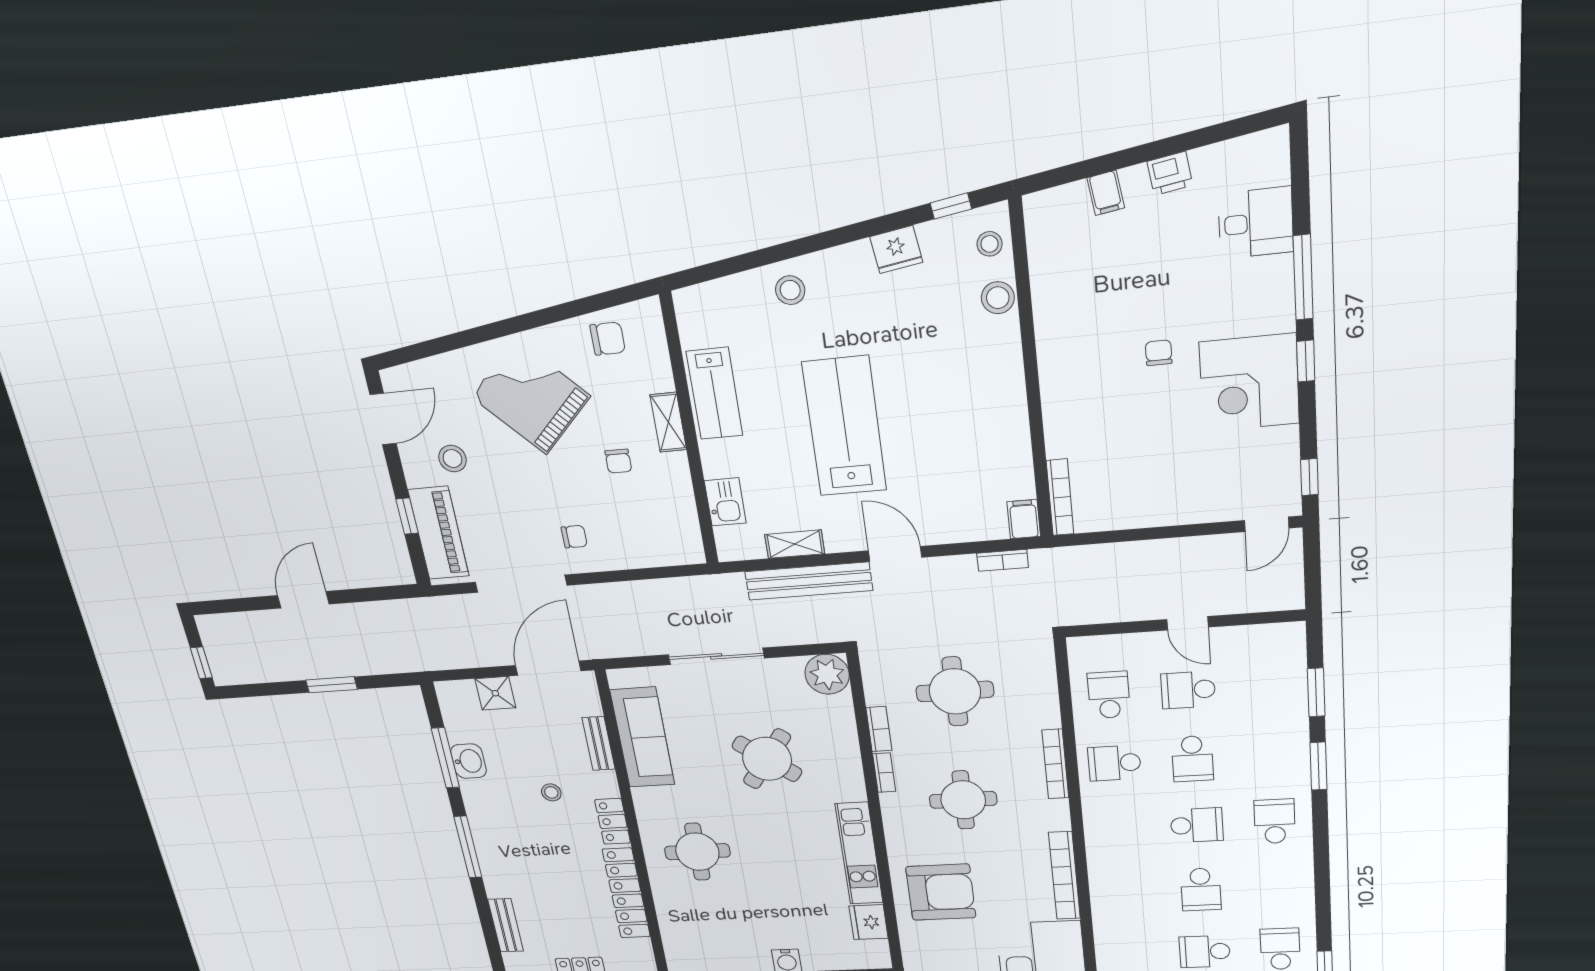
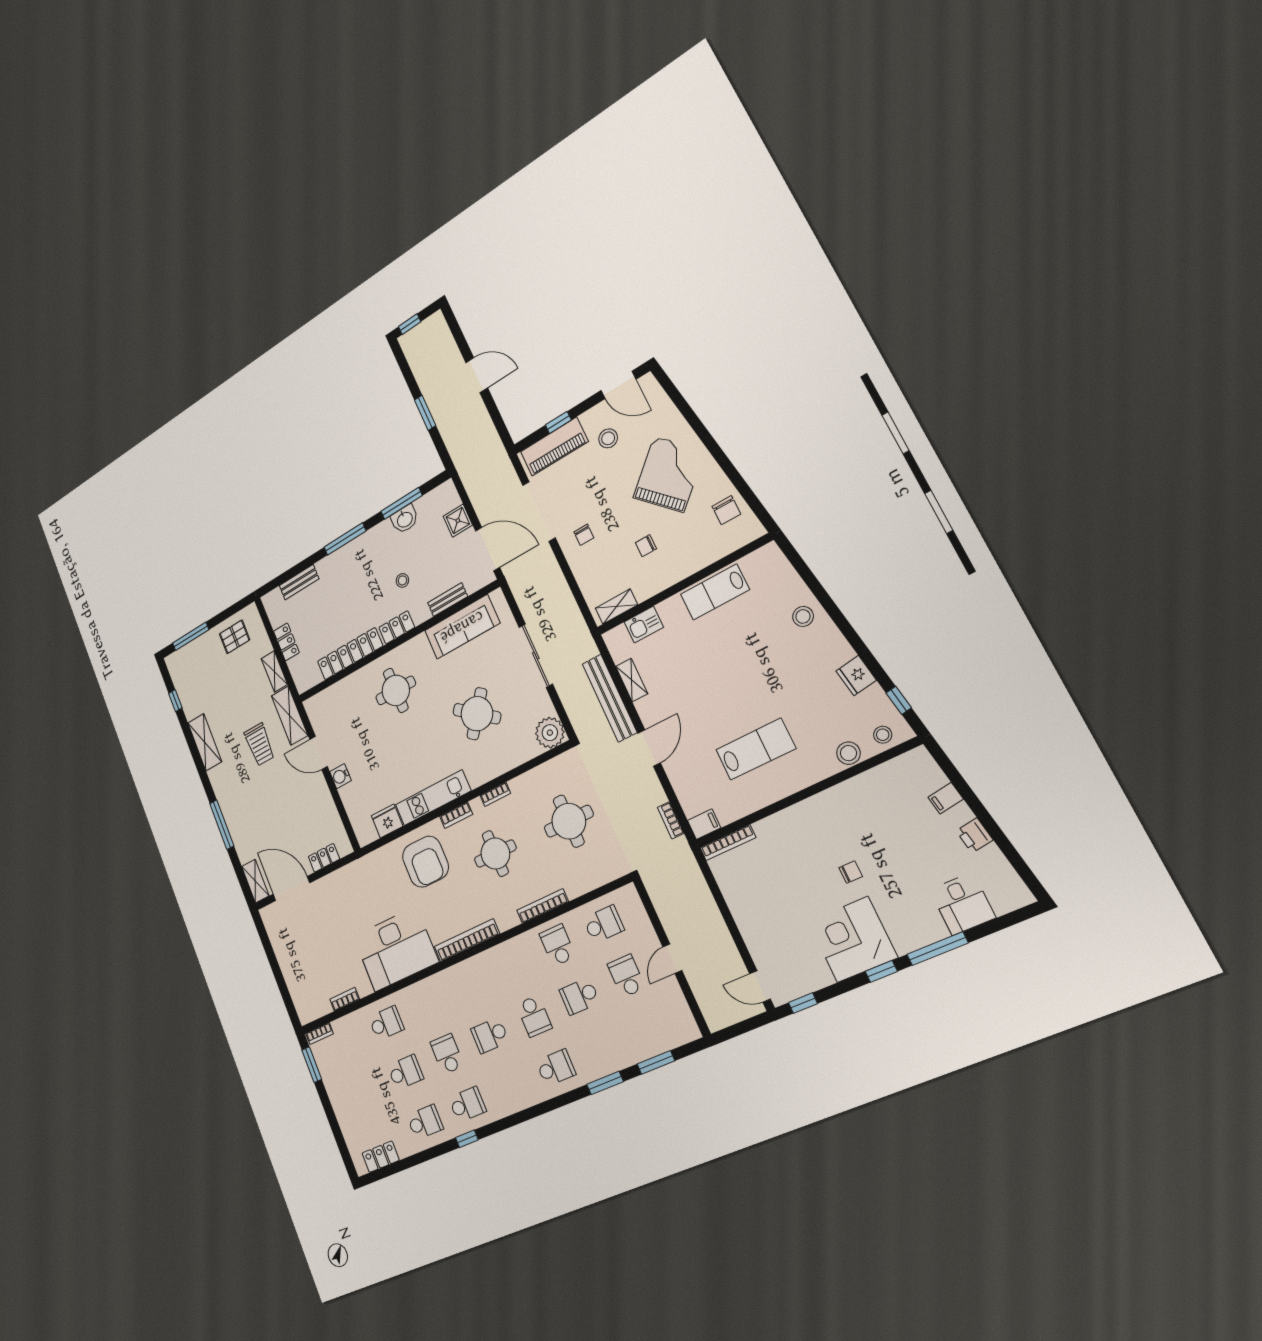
shelving: (668, 422) -> (616, 606), moved
lab bench: (844, 426) -> (756, 749), moved, width x0.73, depth x0.72
bookcase: (879, 729) -> (456, 815), moved

